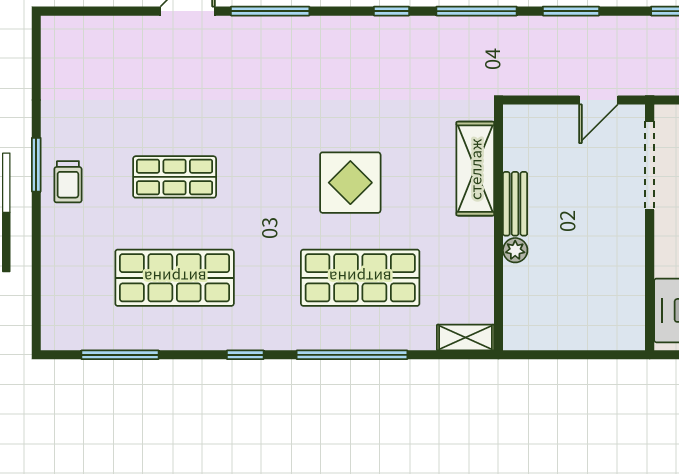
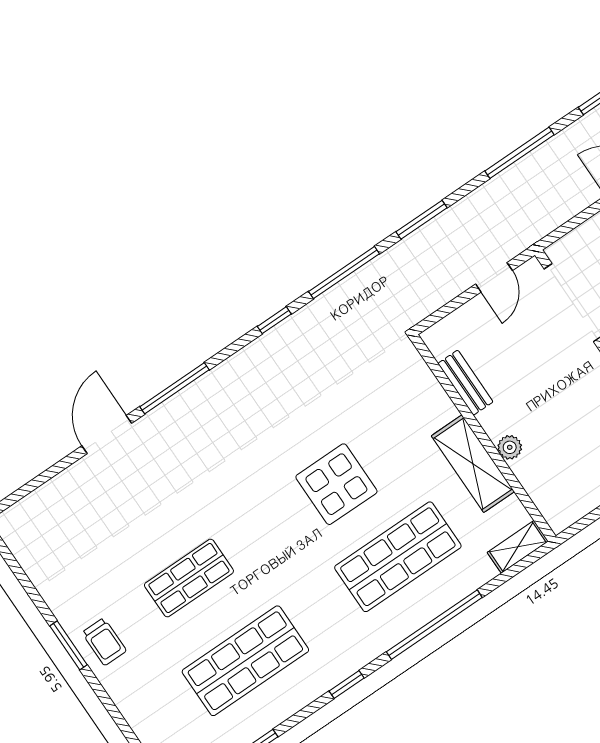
shelving: (475, 169) -> (473, 464), moved
bench: (515, 204) -> (465, 383), moved

